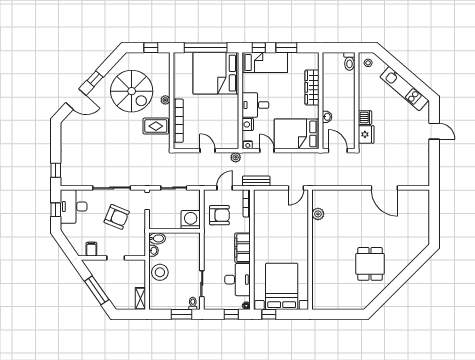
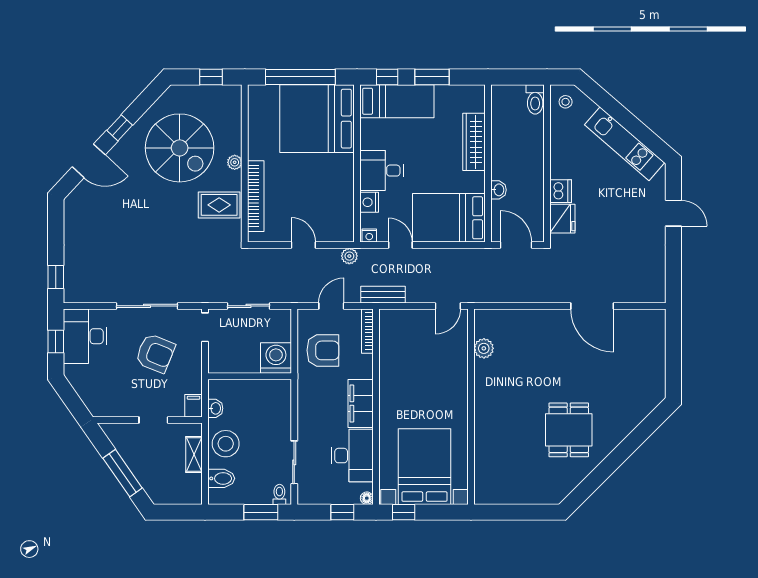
bidet: (157, 238) -> (221, 478), moved
filing cabinet: (91, 249) -> (194, 406), moved
shelving: (140, 298) -> (194, 454), moved

